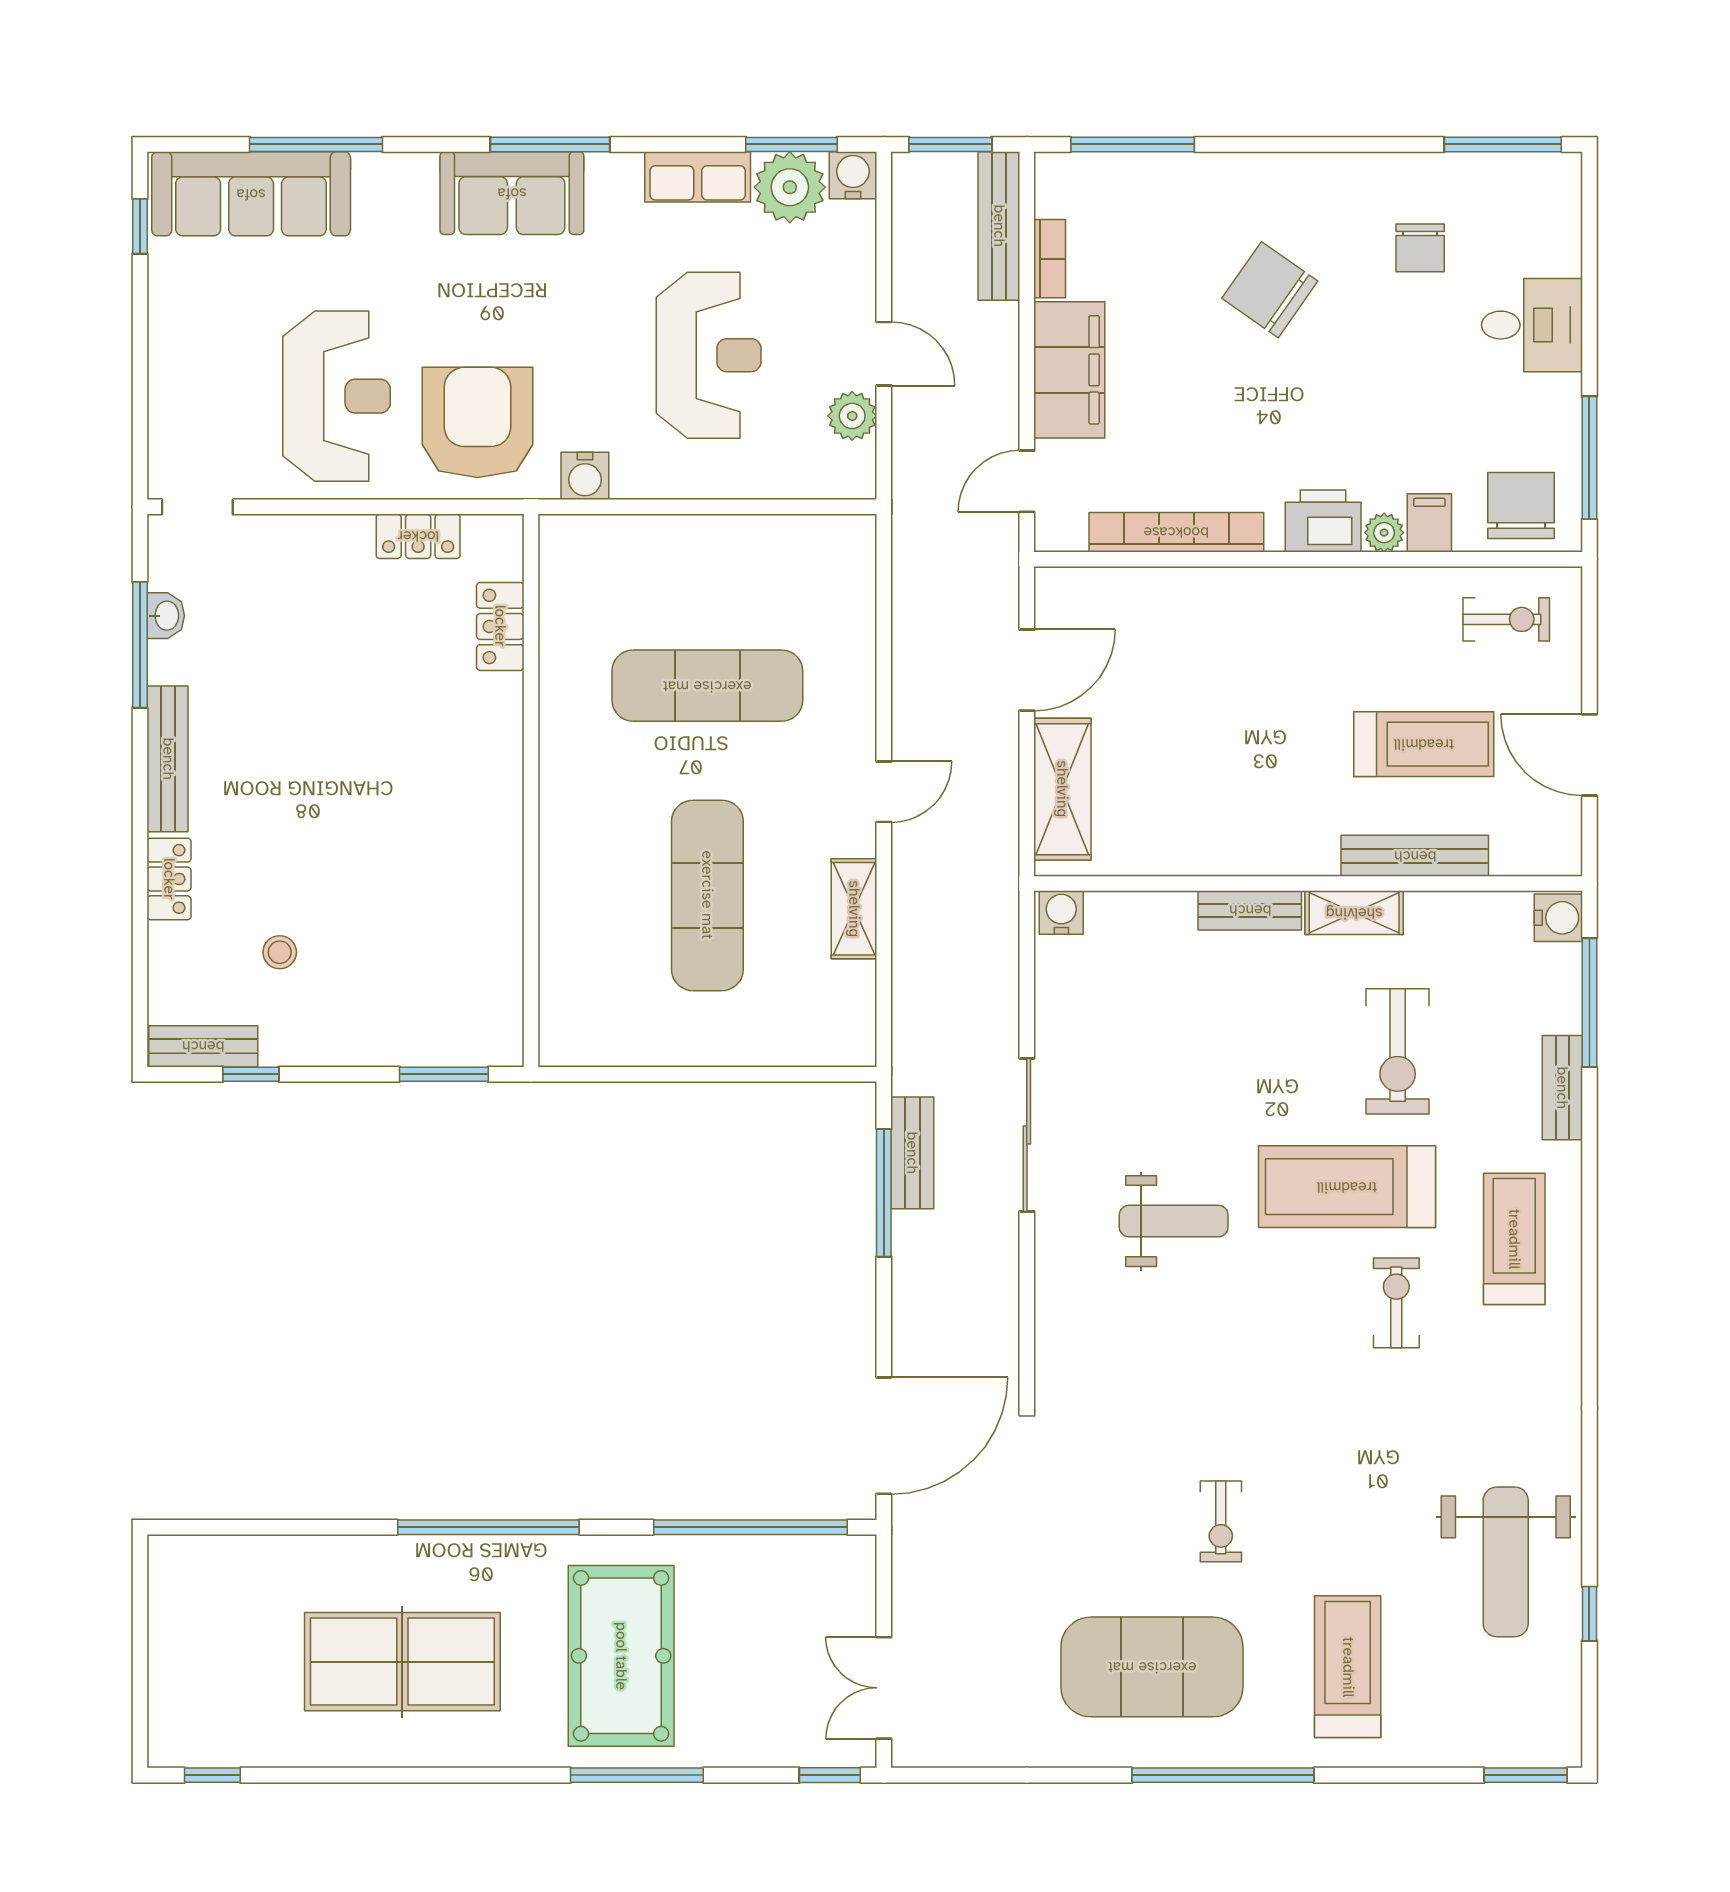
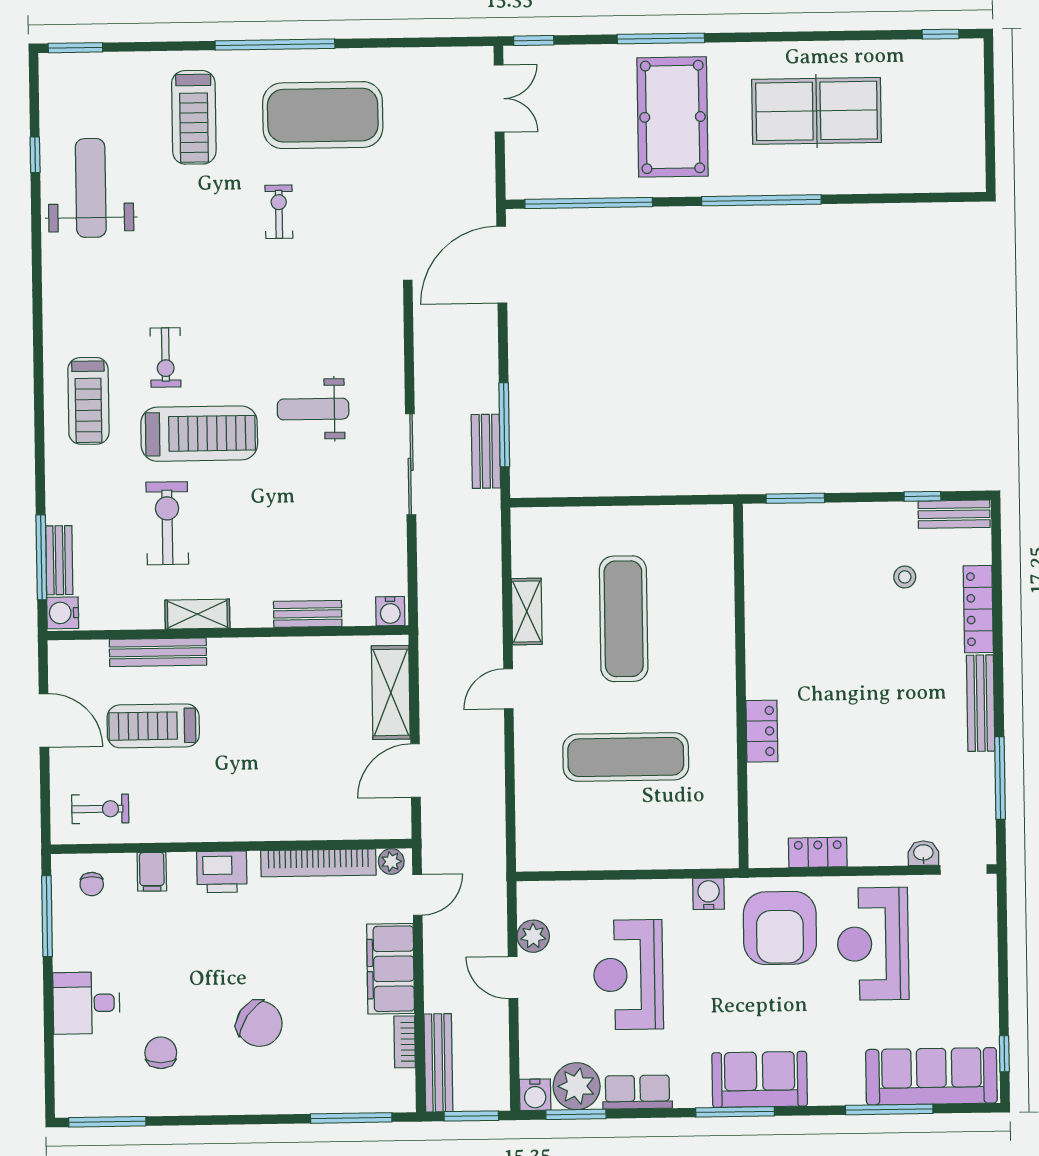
chair: (1521, 506) -> (92, 884), width x0.54, depth x0.54
plant: (1384, 533) -> (391, 861), moved
washbasin: (166, 616) -> (923, 853), moved, turned 90
exercise bike: (1506, 619) -> (100, 809), turned 180
locker: (500, 626) -> (762, 731), moved
locker: (169, 879) -> (978, 609), width x1.53
bench: (1250, 910) -> (308, 614), moved
bench: (1562, 1088) -> (59, 560), moved

